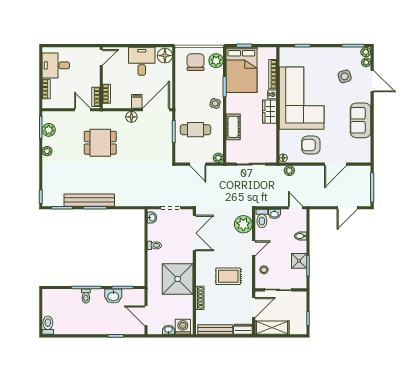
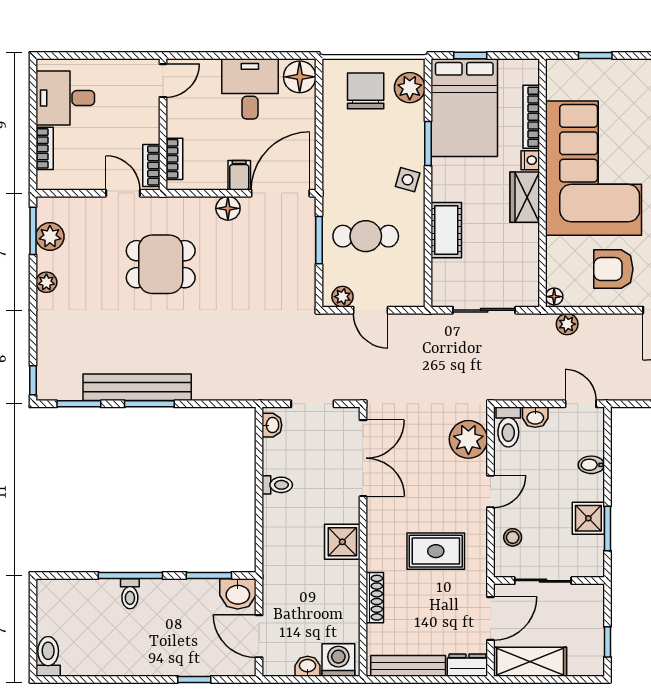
plant: (218, 158) -> (342, 297), moved
shower: (178, 279) -> (342, 542), width x0.54, depth x0.54
washbasin: (113, 296) -> (238, 594), moved

